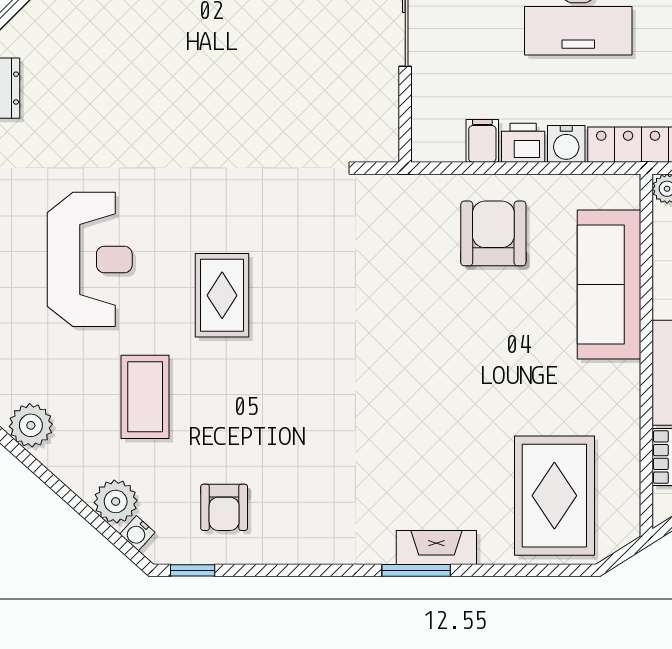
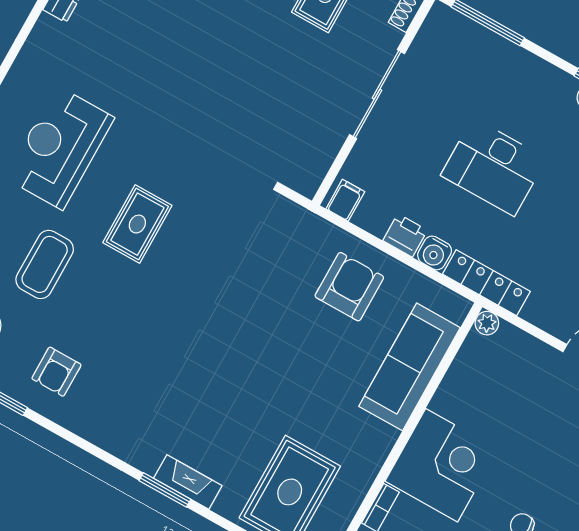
filing cabinet: (482, 141) -> (345, 200), moved
reception desk: (90, 259) -> (60, 148), turned 180

